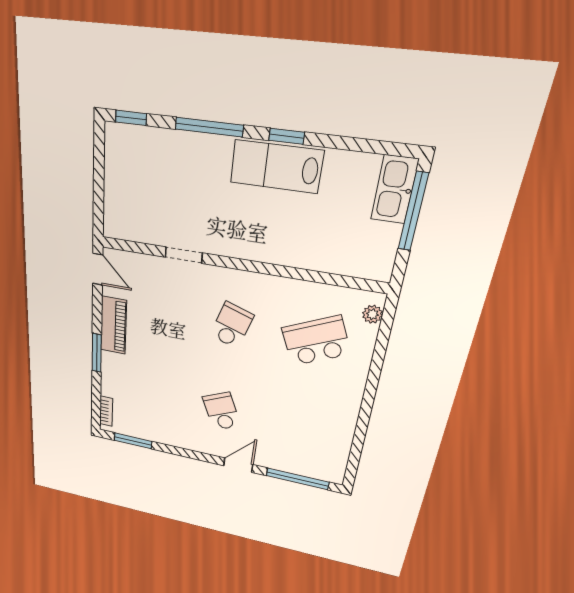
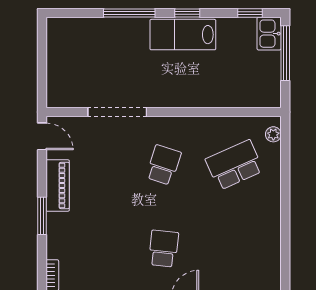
window: (131, 118) -> (250, 13), moved
kitchen sink: (394, 190) -> (269, 34), width x0.73
doorway: (184, 255) -> (117, 112), width x1.88
school desk: (222, 411) -> (164, 249), turned 30

